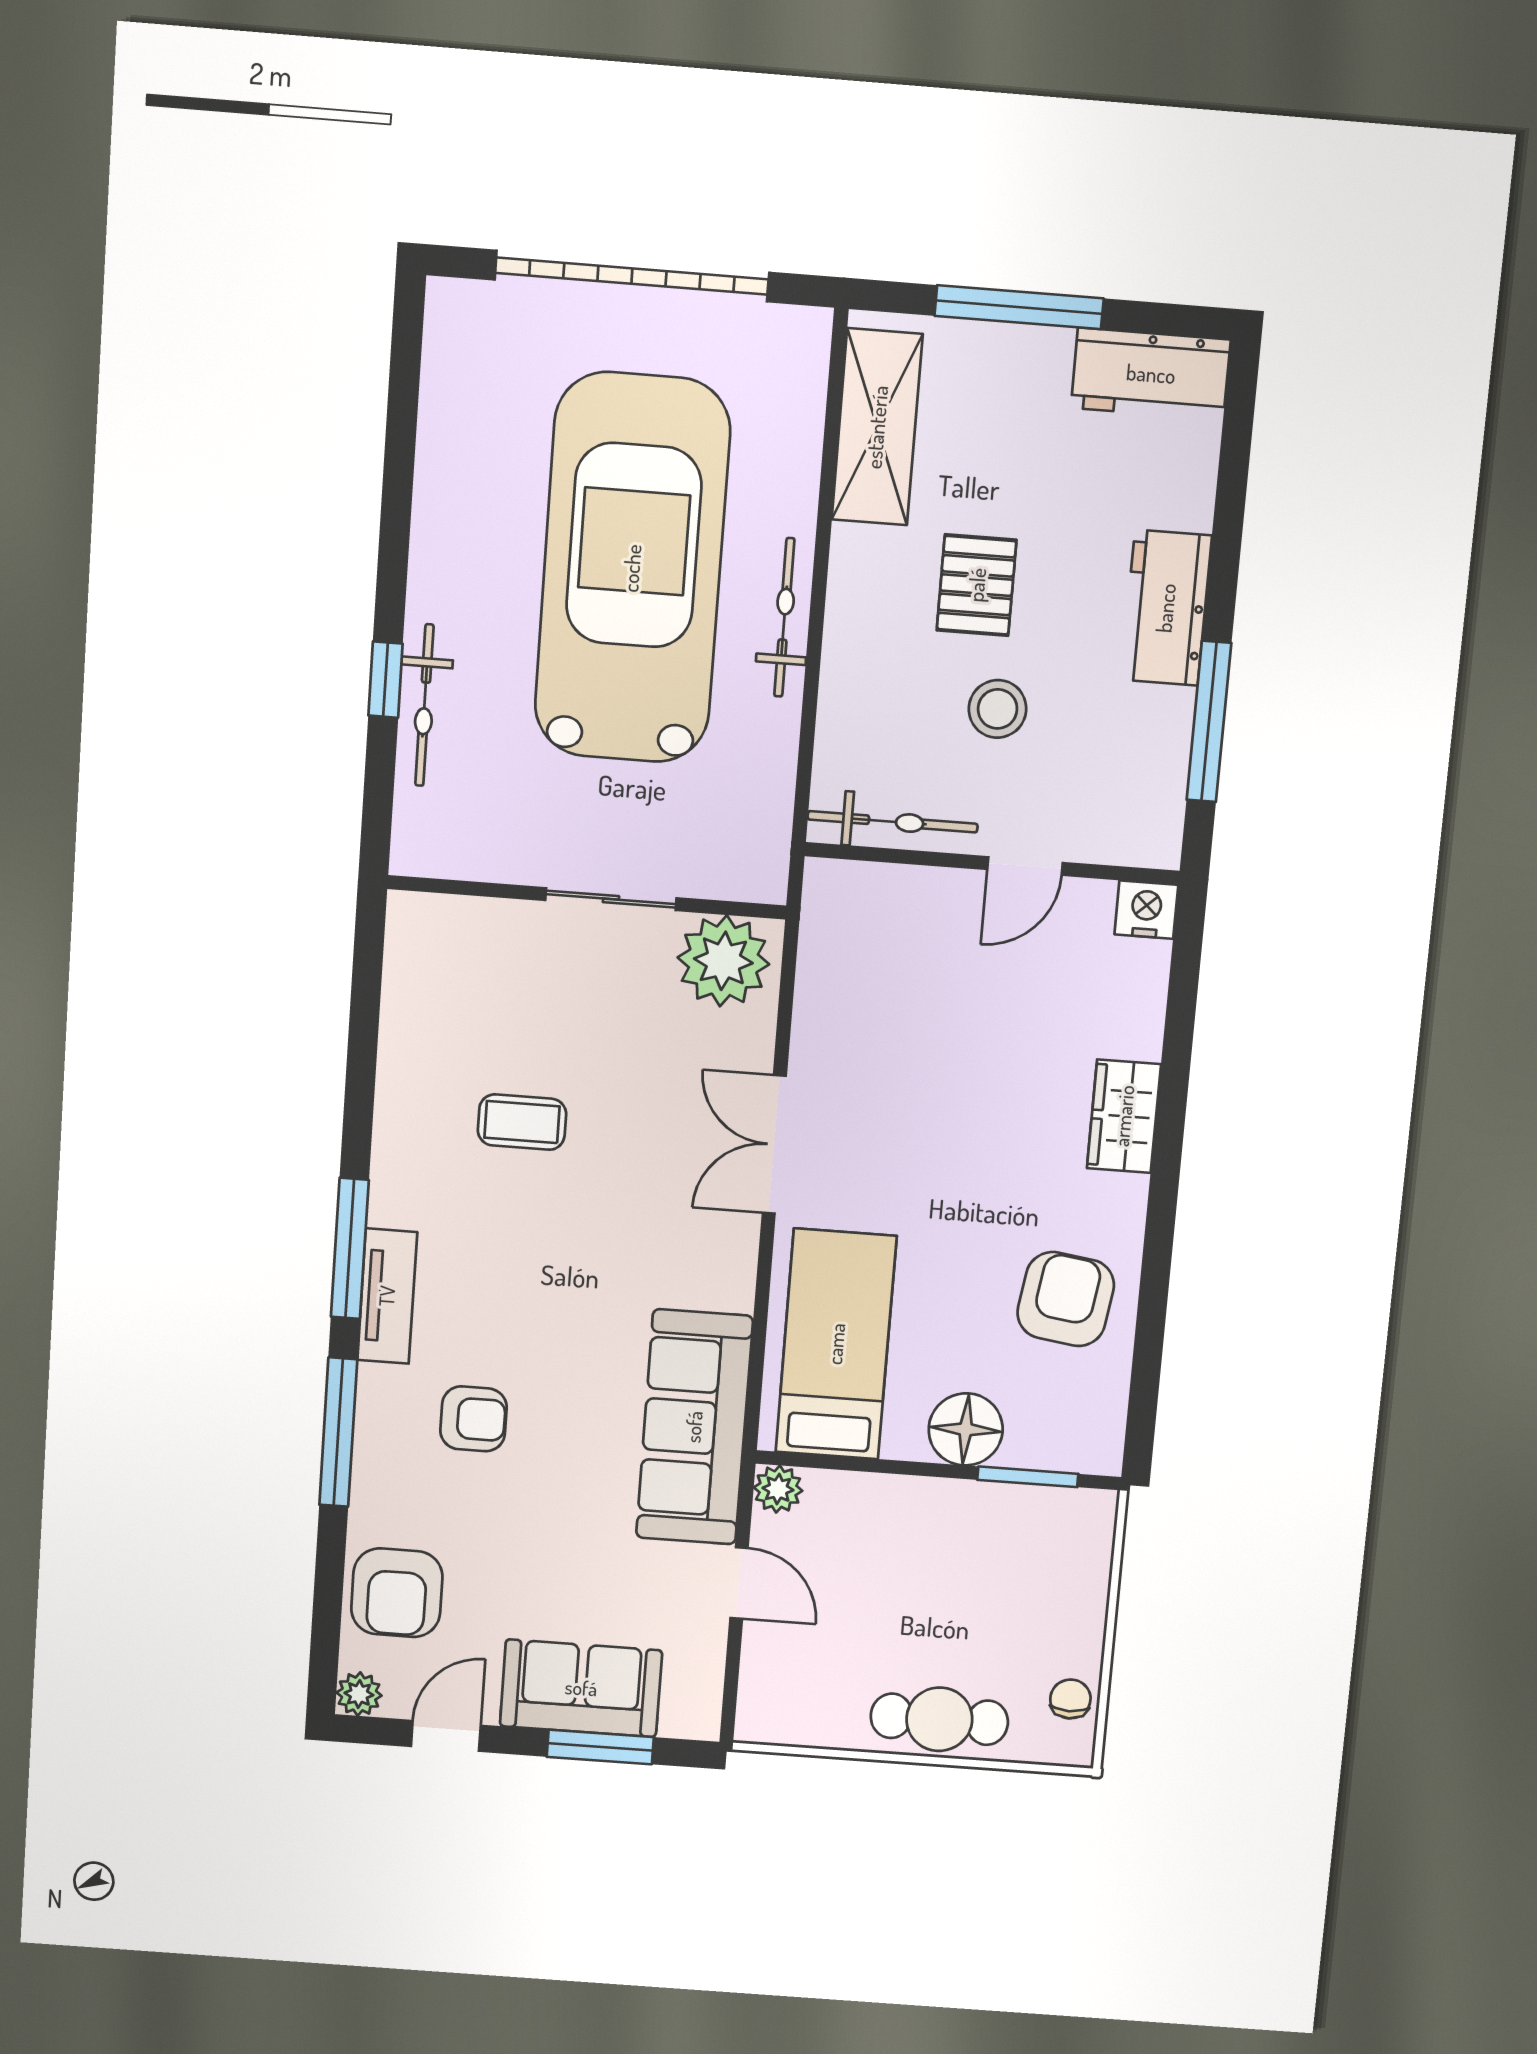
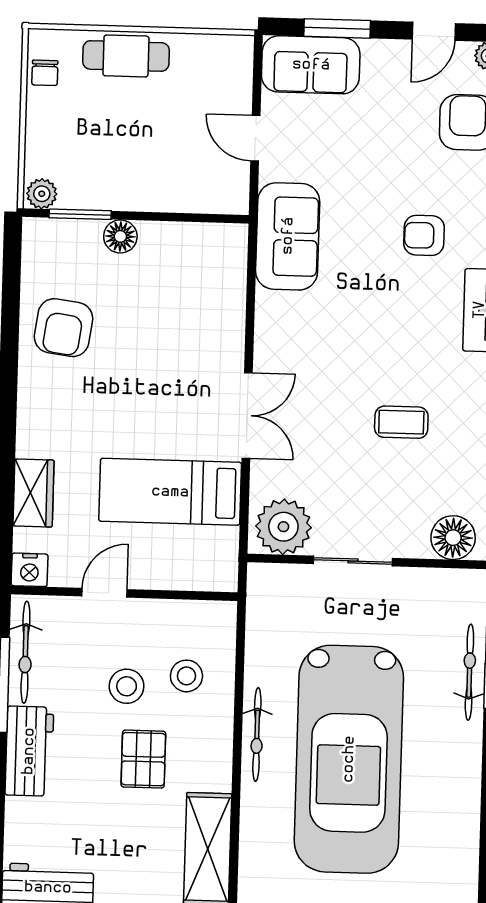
stool: (897, 721) -> (186, 676), added
bicycle: (893, 822) -> (25, 652), moved, turned -90
floor lamp: (444, 930) -> (453, 538), added
wardrobe: (1124, 1116) -> (33, 493), moved
bed: (836, 1344) -> (170, 492), moved, turned 90
sofa: (694, 1427) -> (288, 236), width x0.73
floor lamp: (966, 1429) -> (120, 236), width x0.73, depth x0.73
plant: (778, 1489) -> (42, 194), moved
sofa: (581, 1688) -> (311, 65), moved

